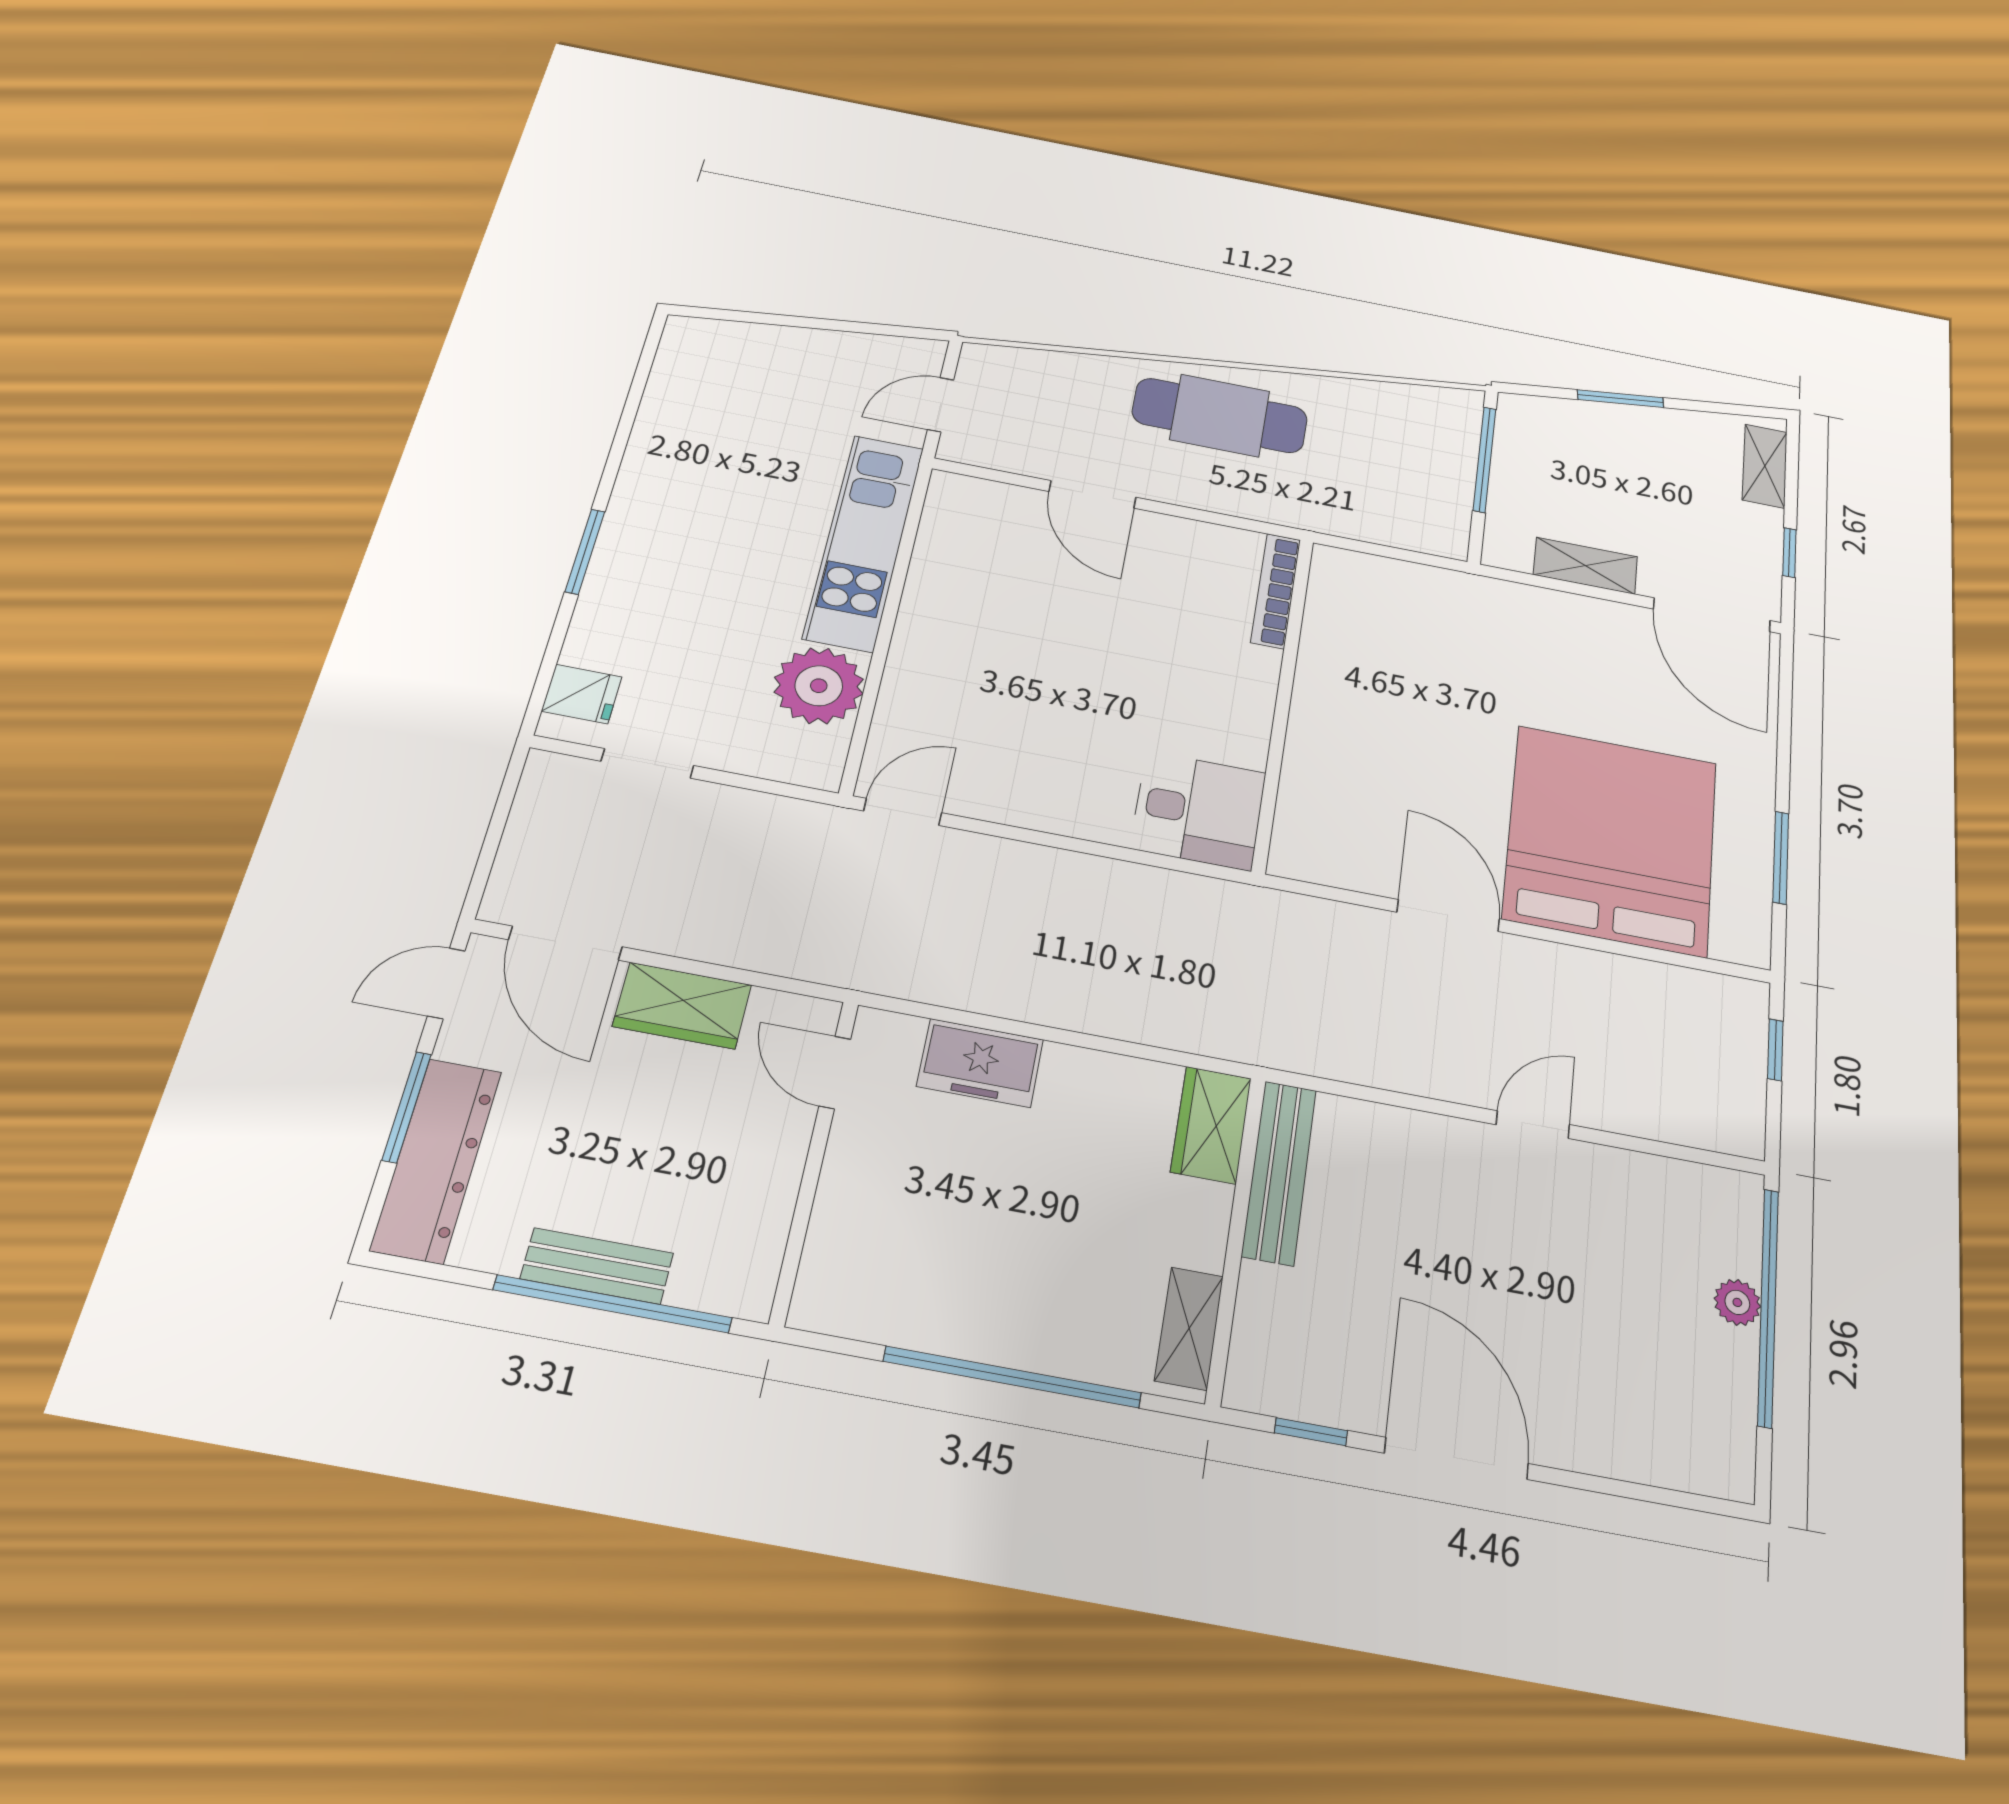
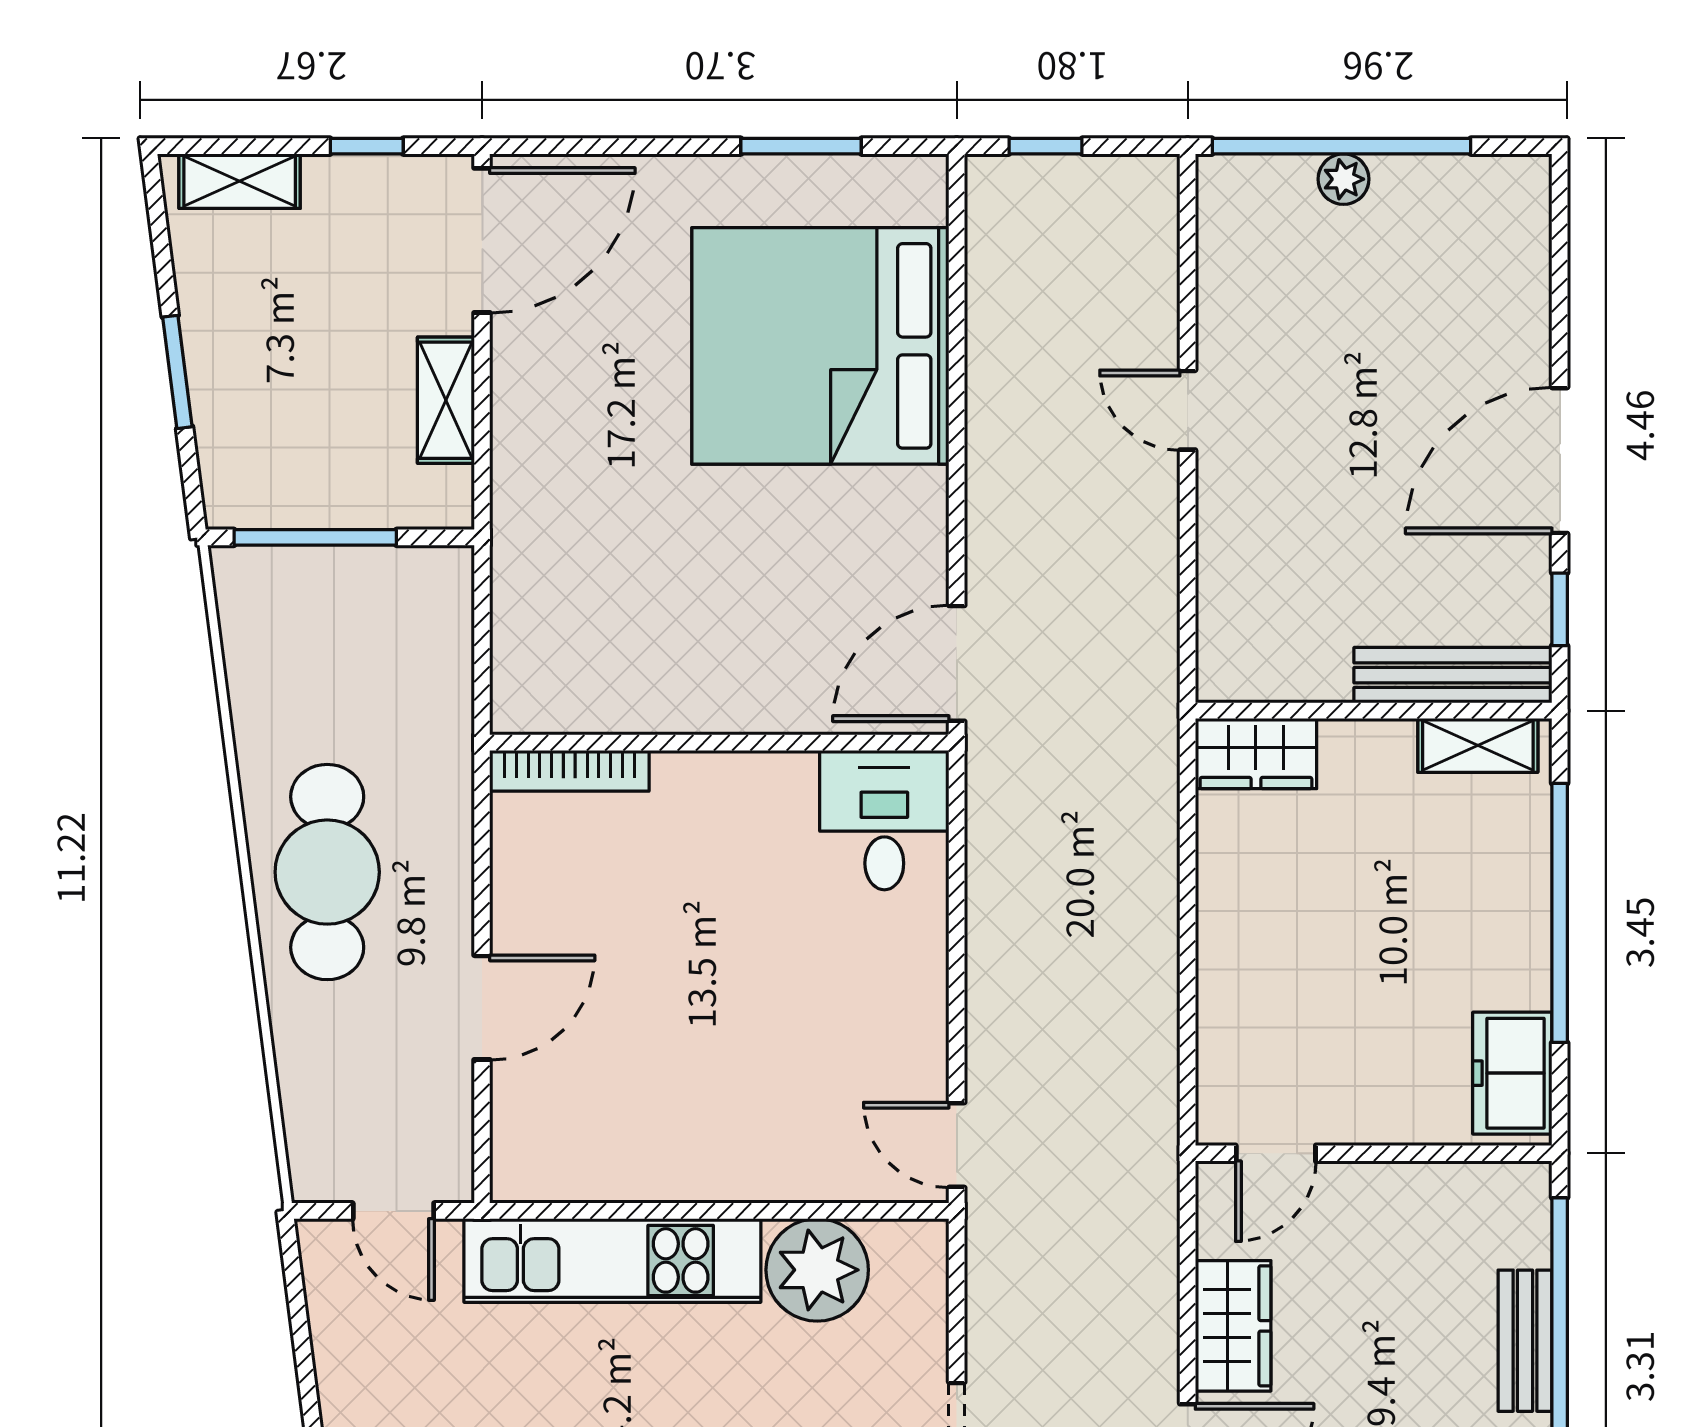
door: (1448, 916) -> (957, 663), moved
freezer: (980, 1063) -> (1512, 1073), moved, turned 180
bench: (1279, 1172) -> (1453, 675), moved

